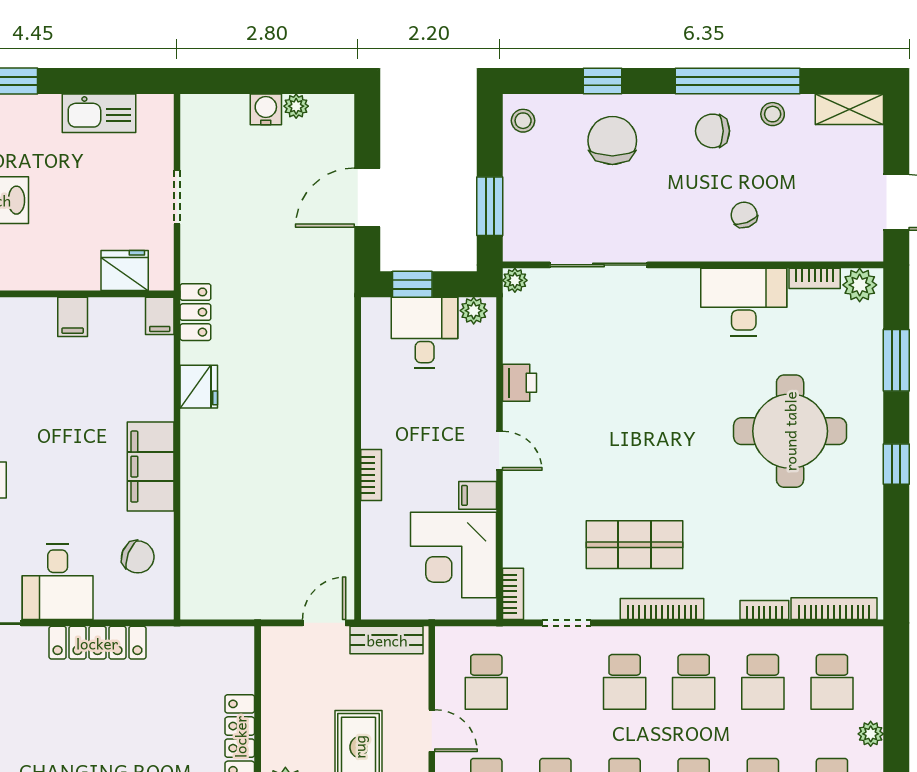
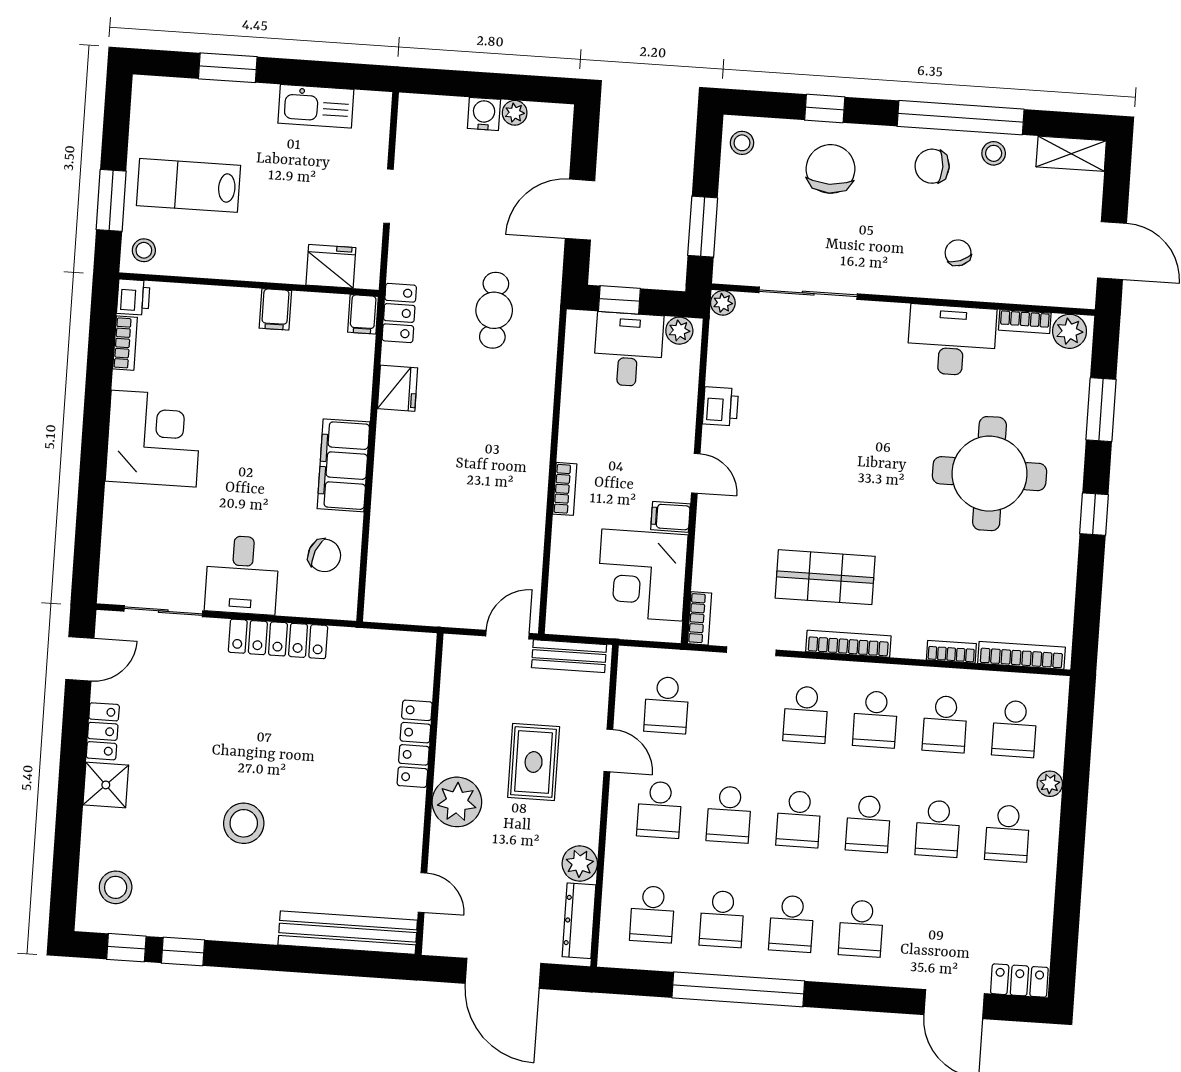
cafe table: (289, 303) -> (494, 310), added

